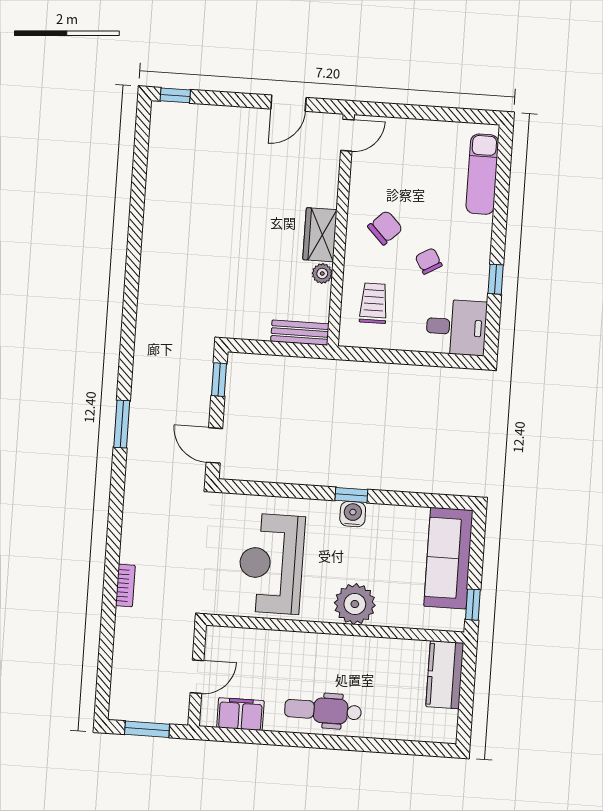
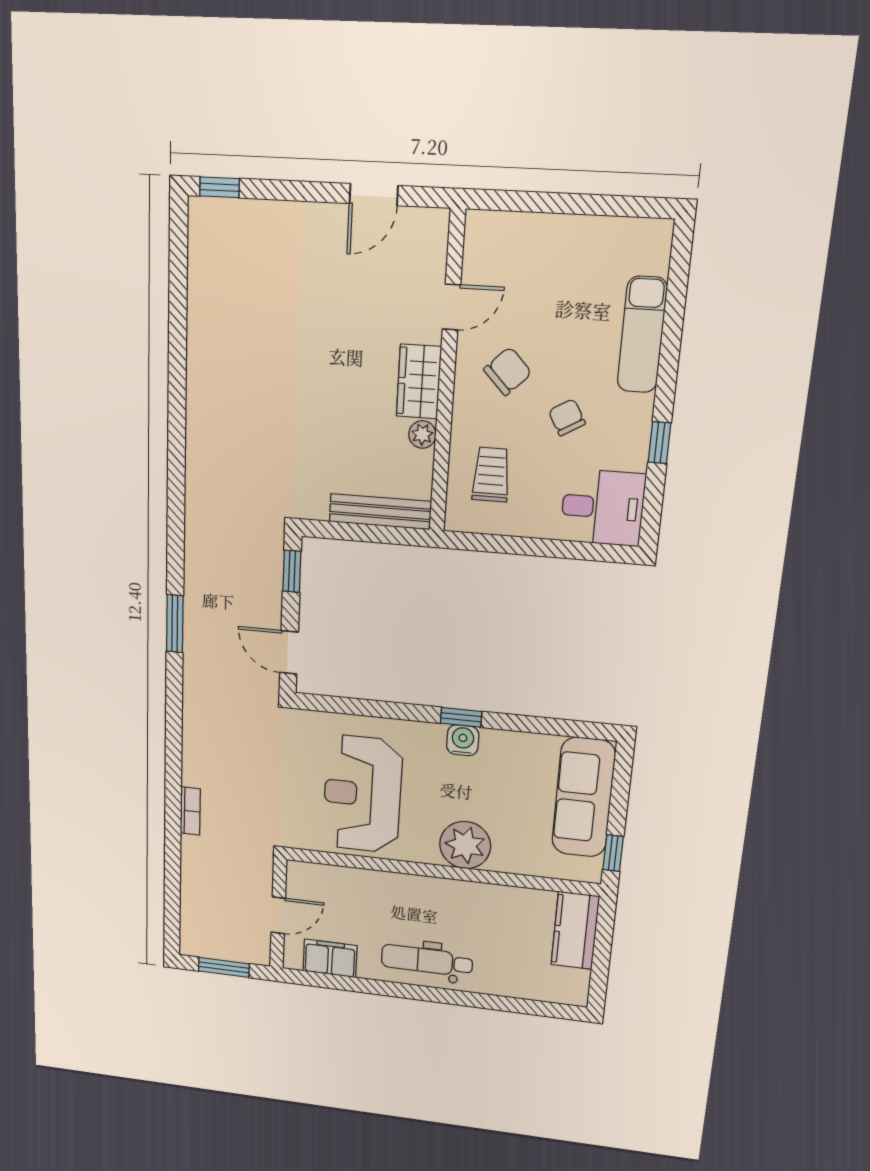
door: (347, 135) -> (451, 307), moved
exam couch: (482, 174) -> (642, 335), moved
bench: (300, 333) -> (380, 512), width x1.36

